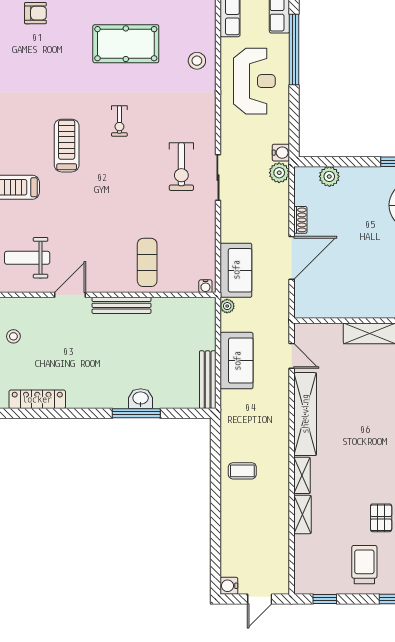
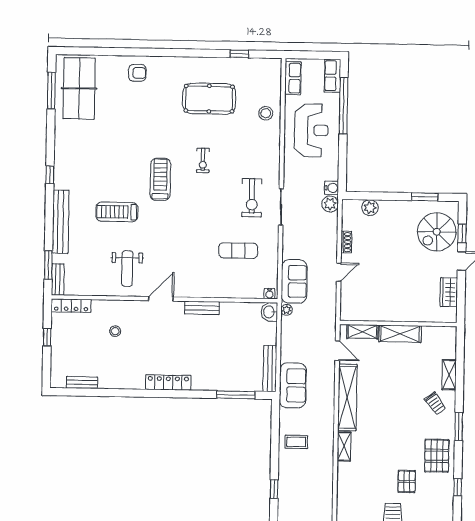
weight bench: (27, 258) -> (127, 269), turned -90
door: (292, 258) -> (339, 272), width x0.53
exercise mat: (147, 262) -> (238, 251), moved, turned 90
bench: (121, 305) -> (202, 308), width x0.73
sofa: (237, 361) -> (293, 385), moved
locker: (37, 399) -> (168, 382), moved
washbasin: (141, 399) -> (269, 312), moved, turned -90
window: (136, 413) -> (236, 395), moved
shelving: (302, 514) -> (362, 332), moved, turned 90
window: (216, 530) -> (274, 489), added

